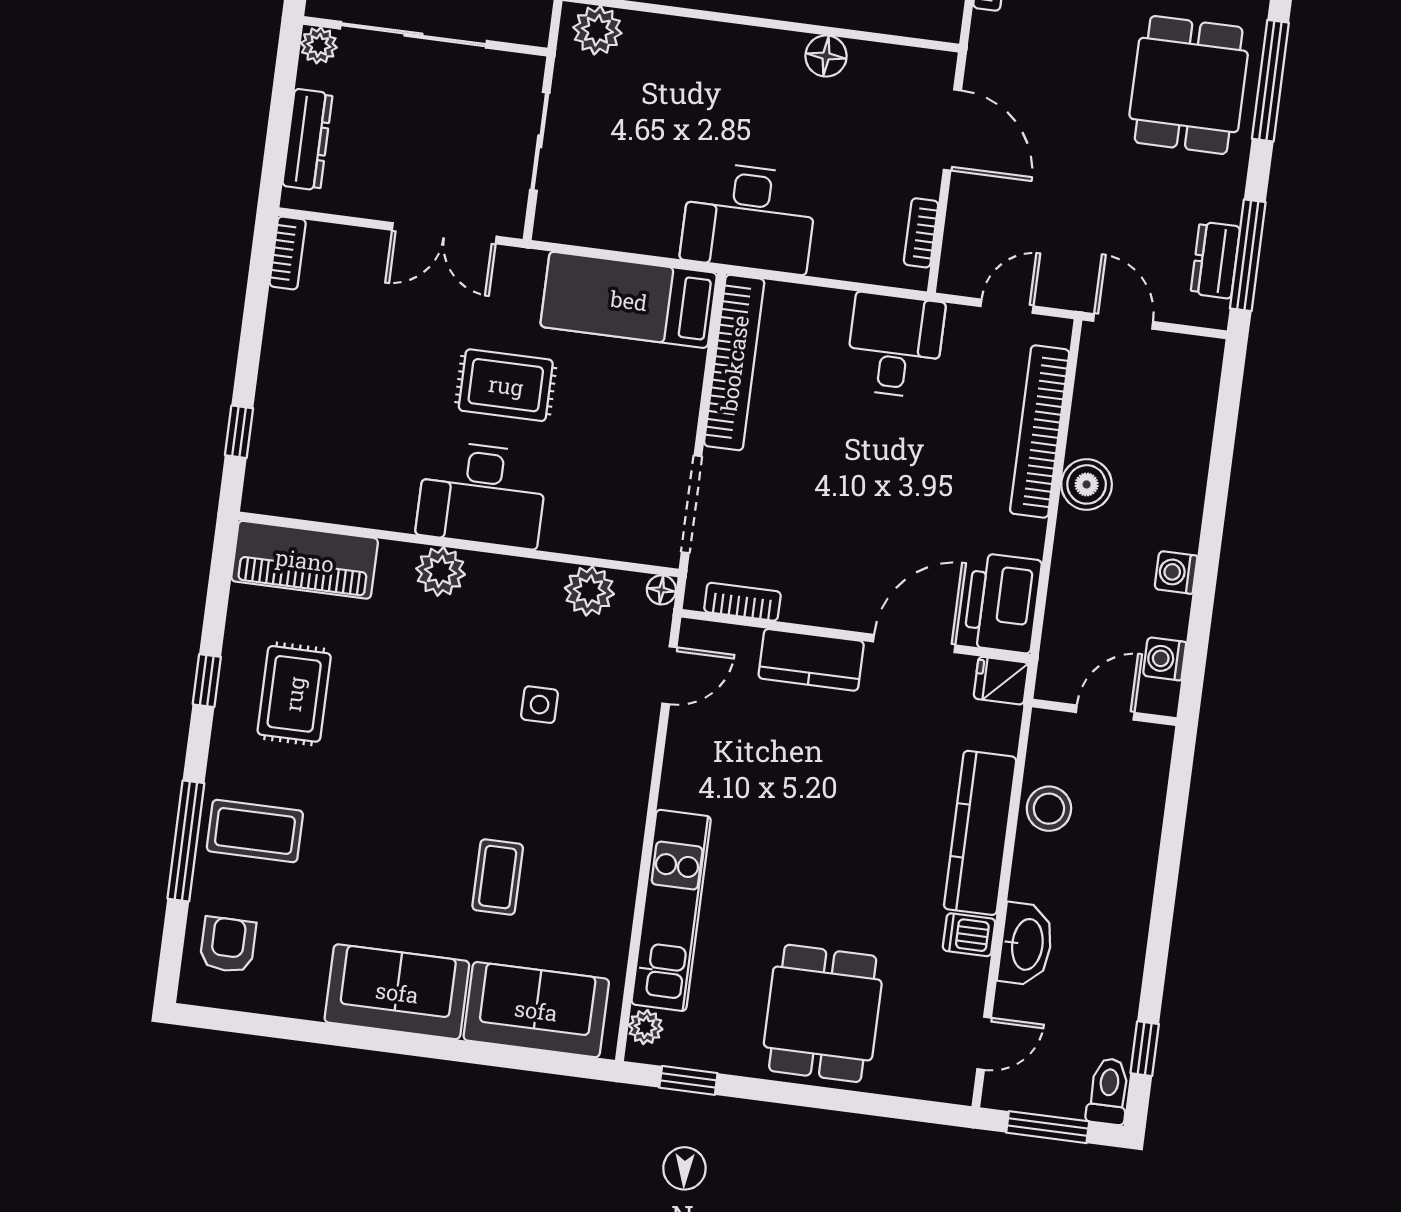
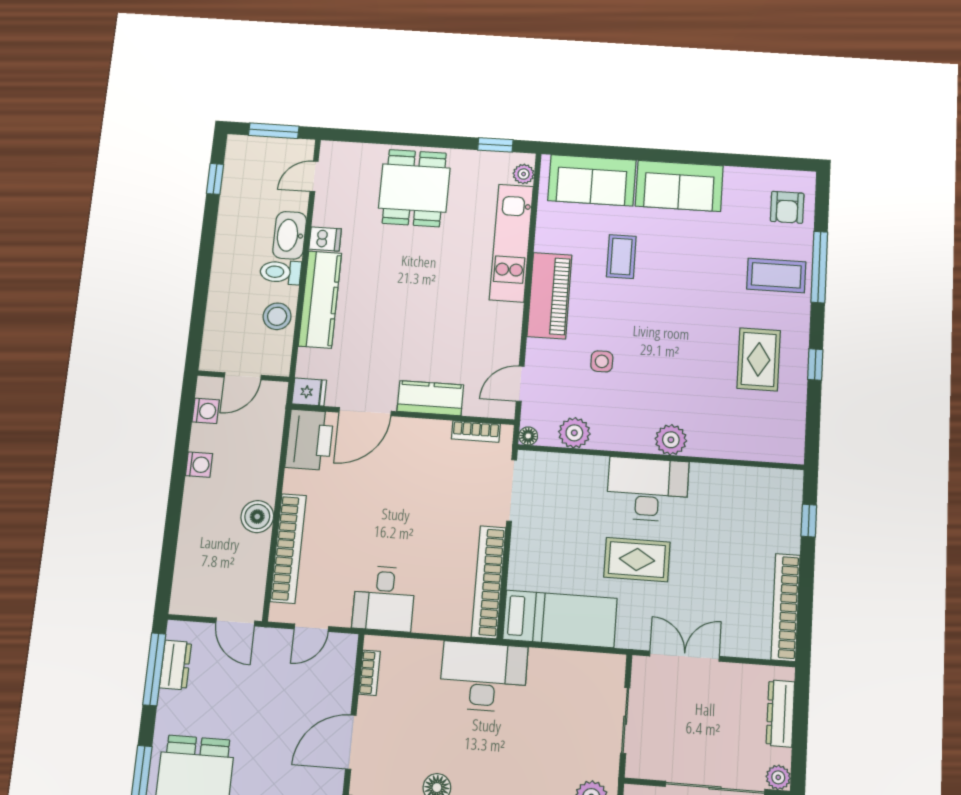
door: (952, 130) -> (351, 742), hinge flipped
bookcase: (288, 253) -> (786, 607), width x2.31, depth x1.31
piano: (305, 560) -> (549, 296), moved, turned 90
toilet: (1108, 1091) -> (280, 272), moved, turned 90

